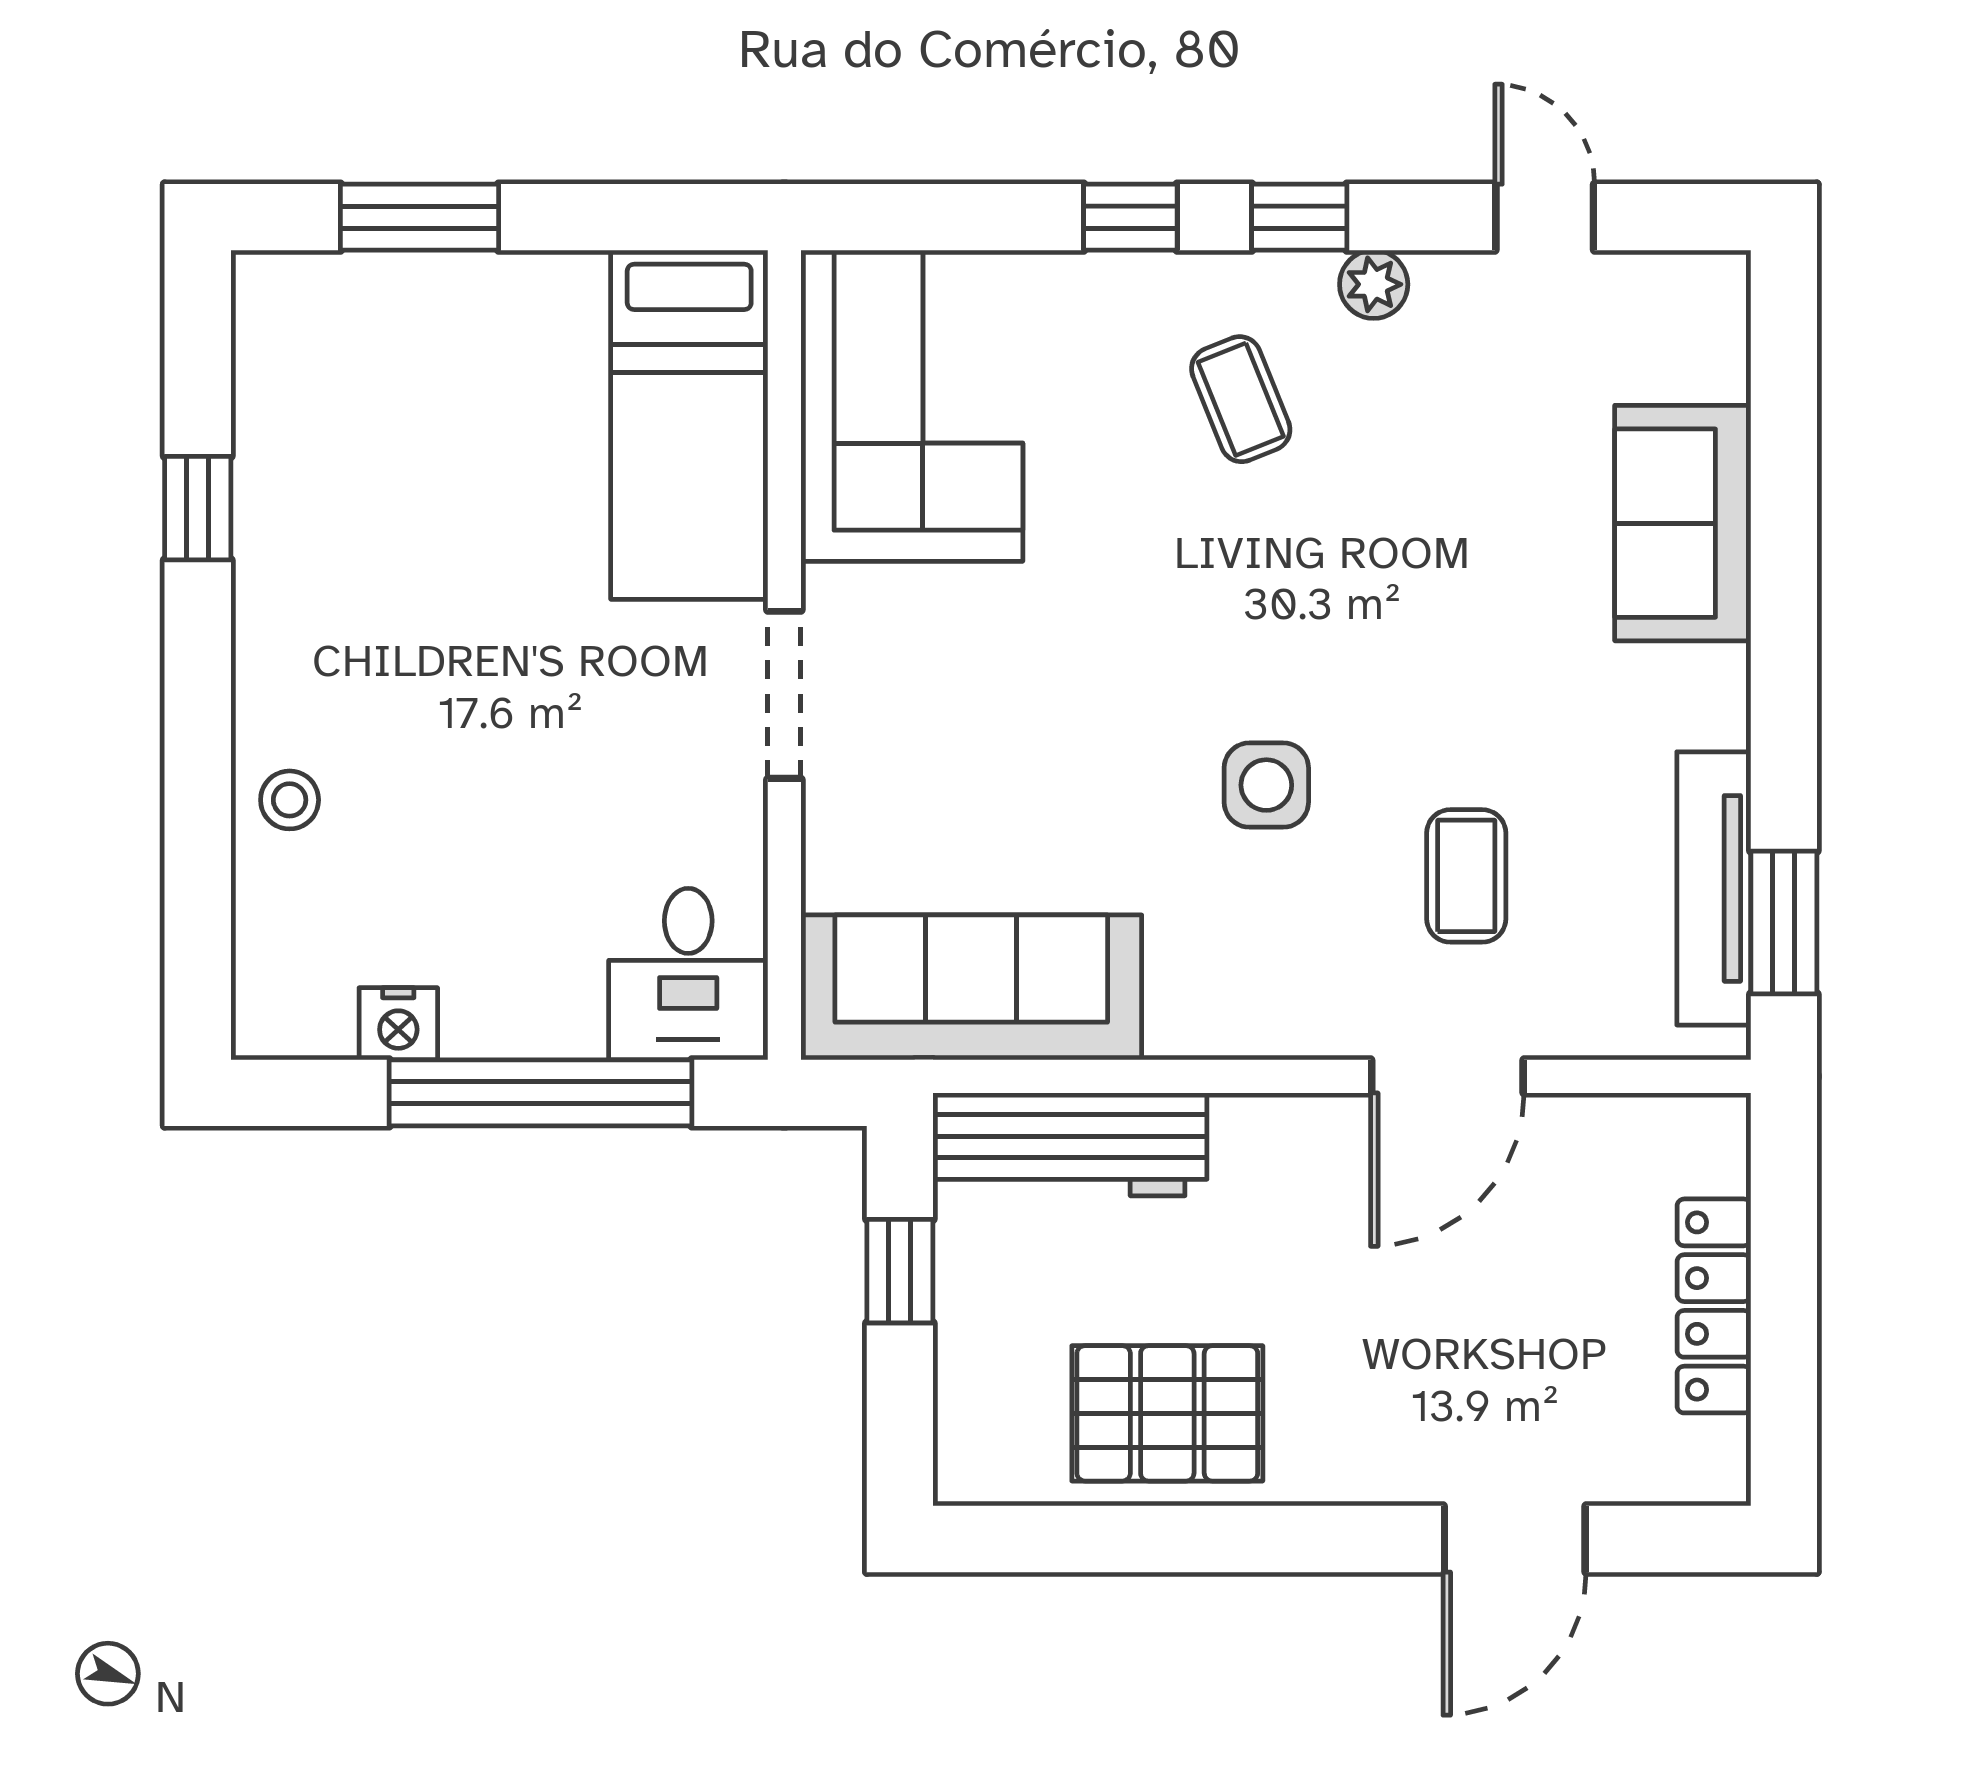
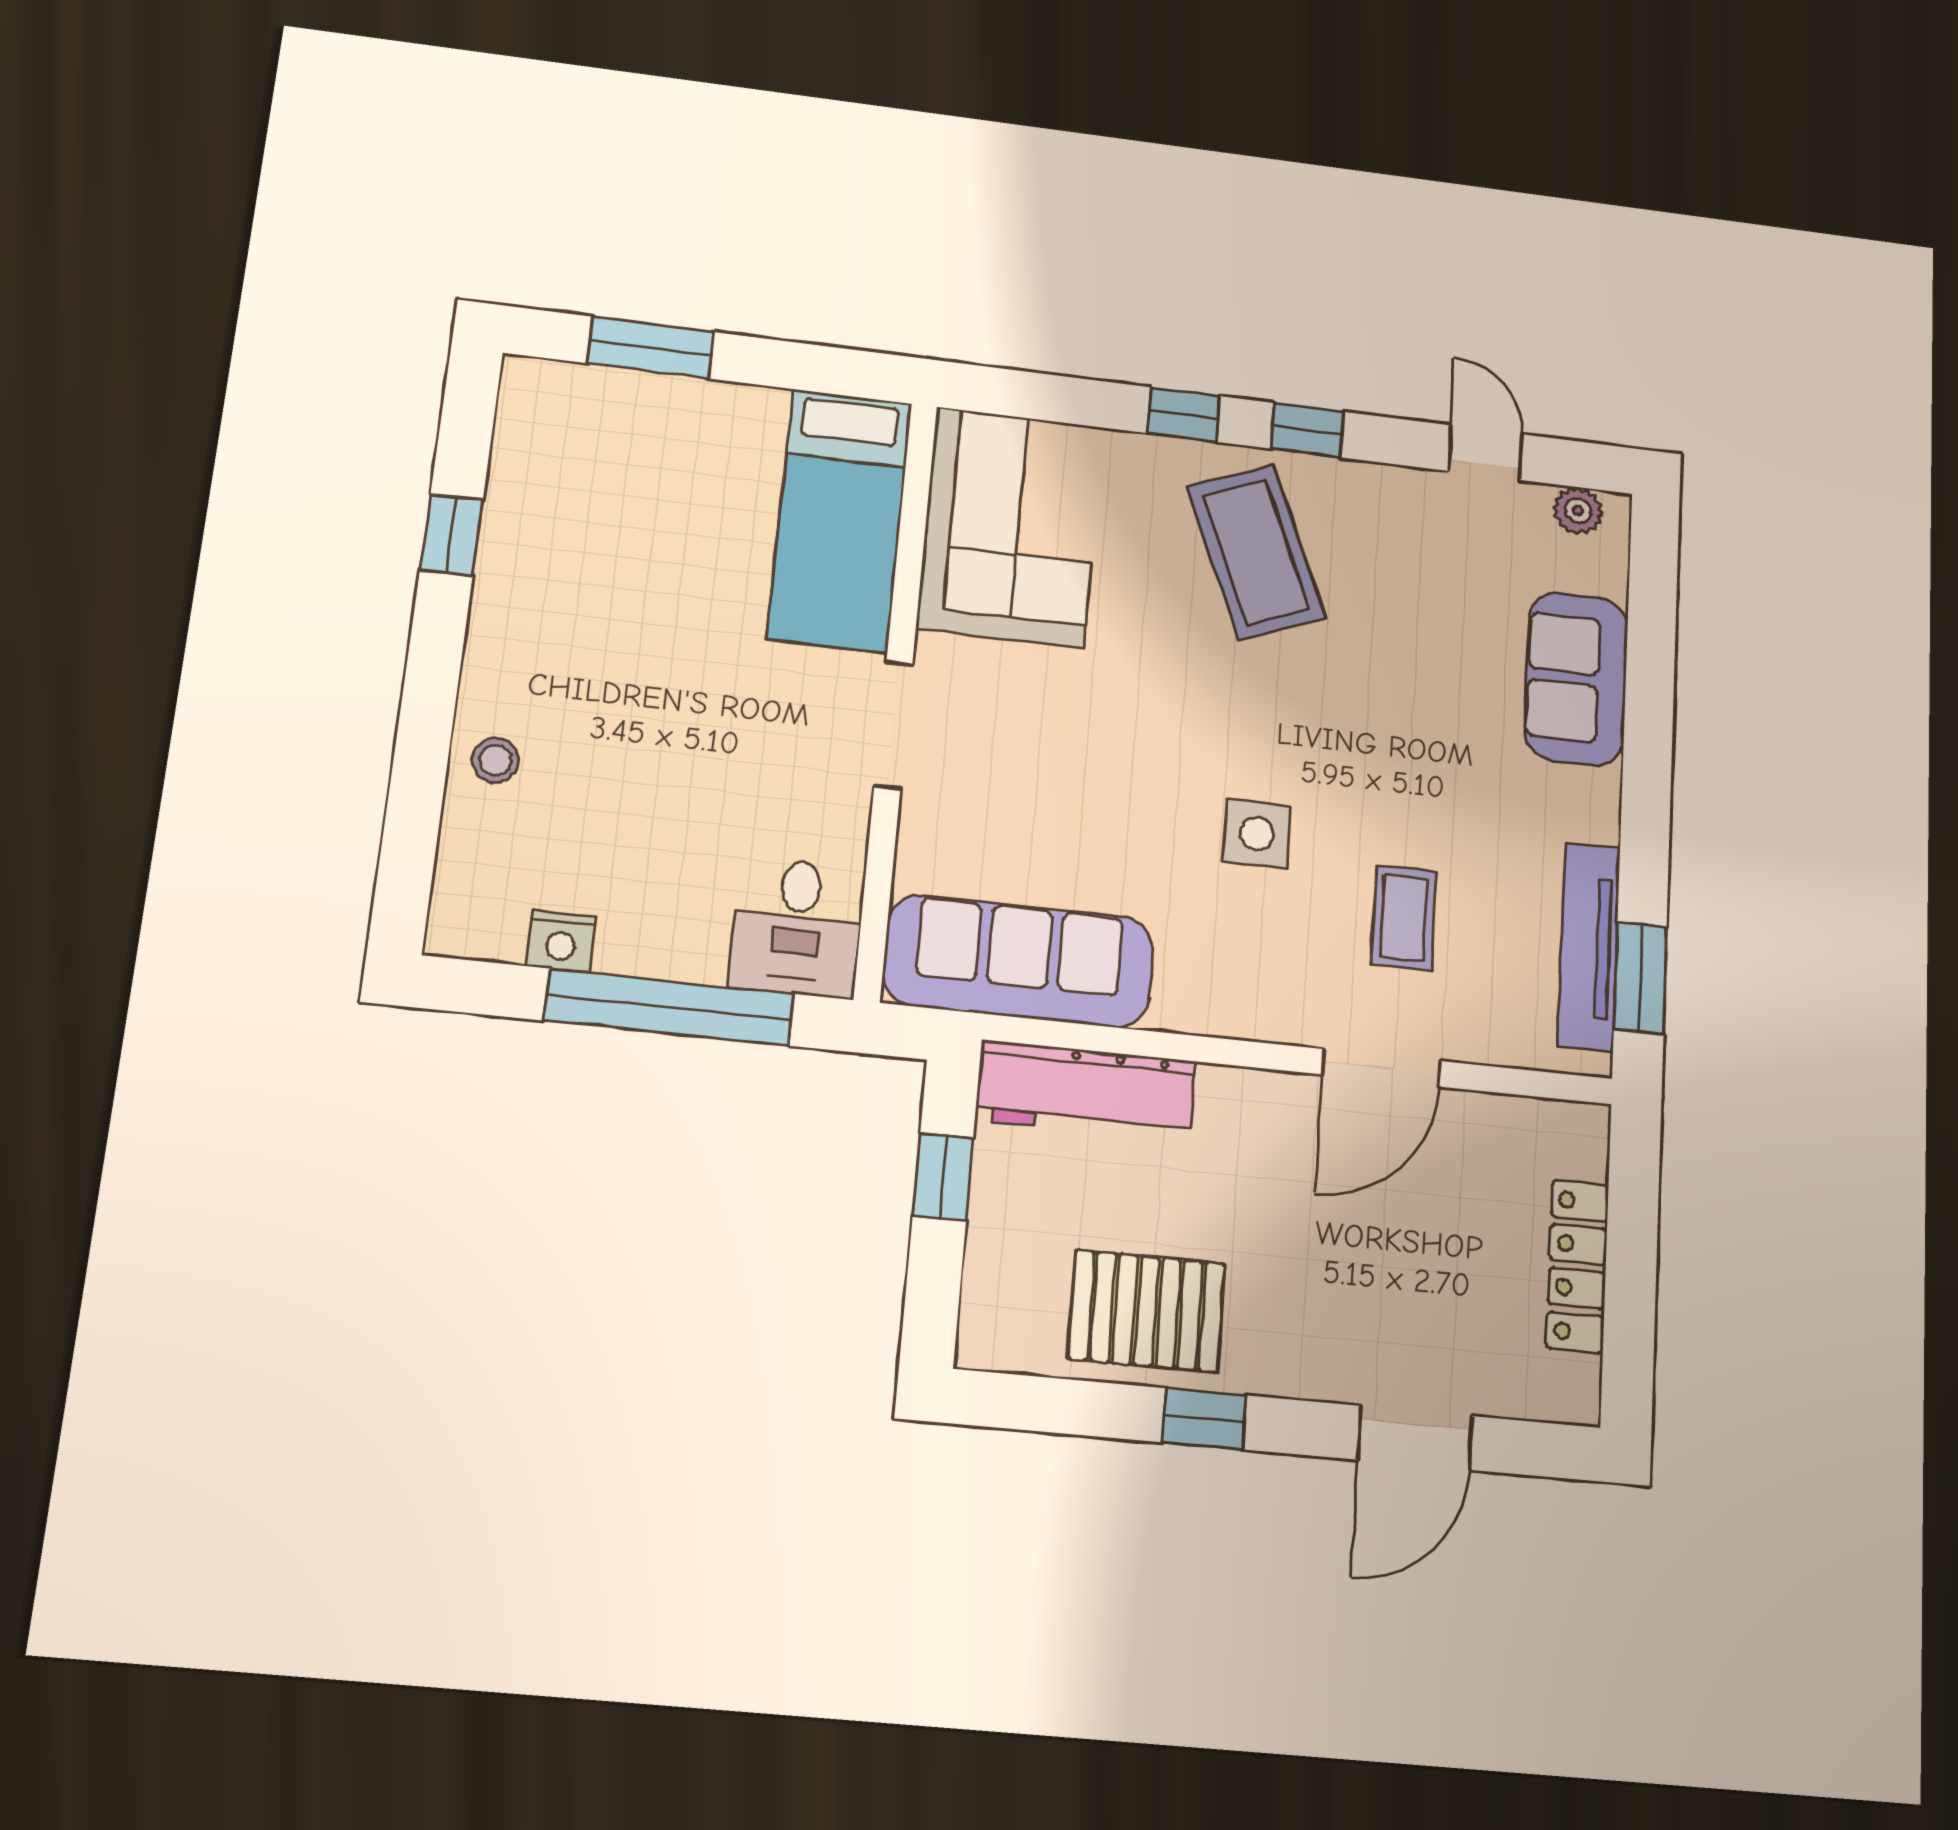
plant: (1374, 284) -> (1578, 511), moved
coffee table: (1241, 399) -> (1256, 552), width x1.86, depth x1.72
window: (1248, 1539) -> (1204, 1419), added

